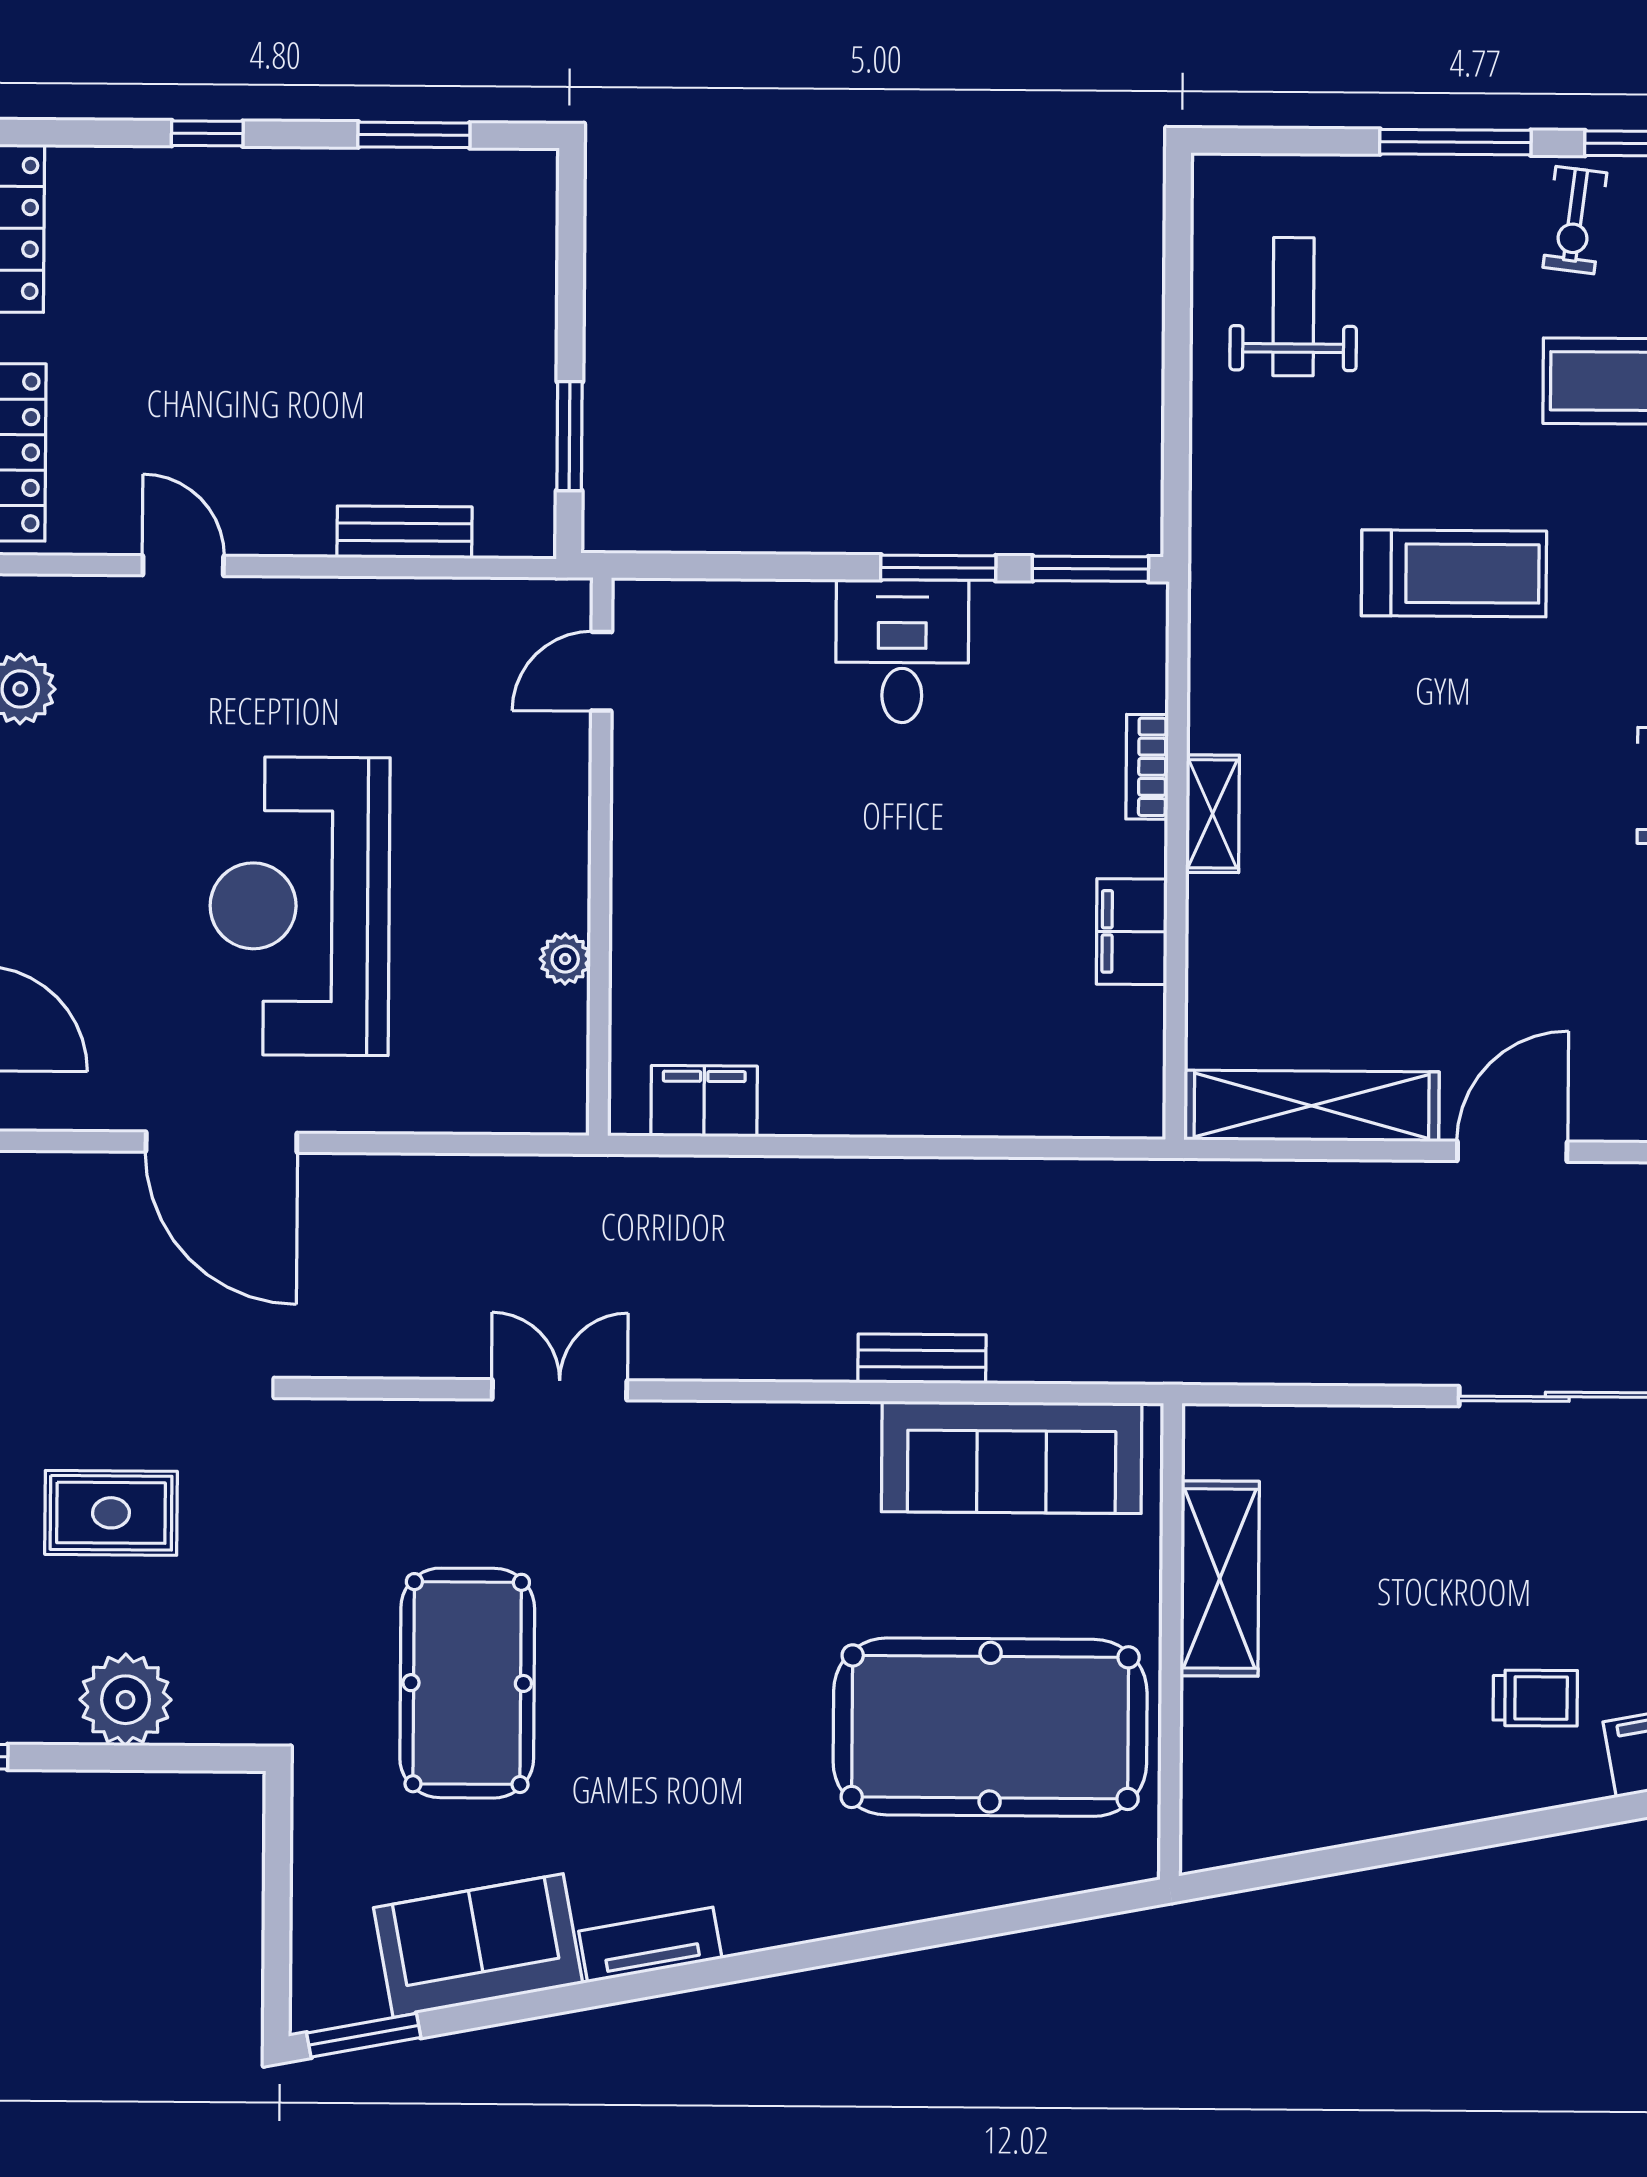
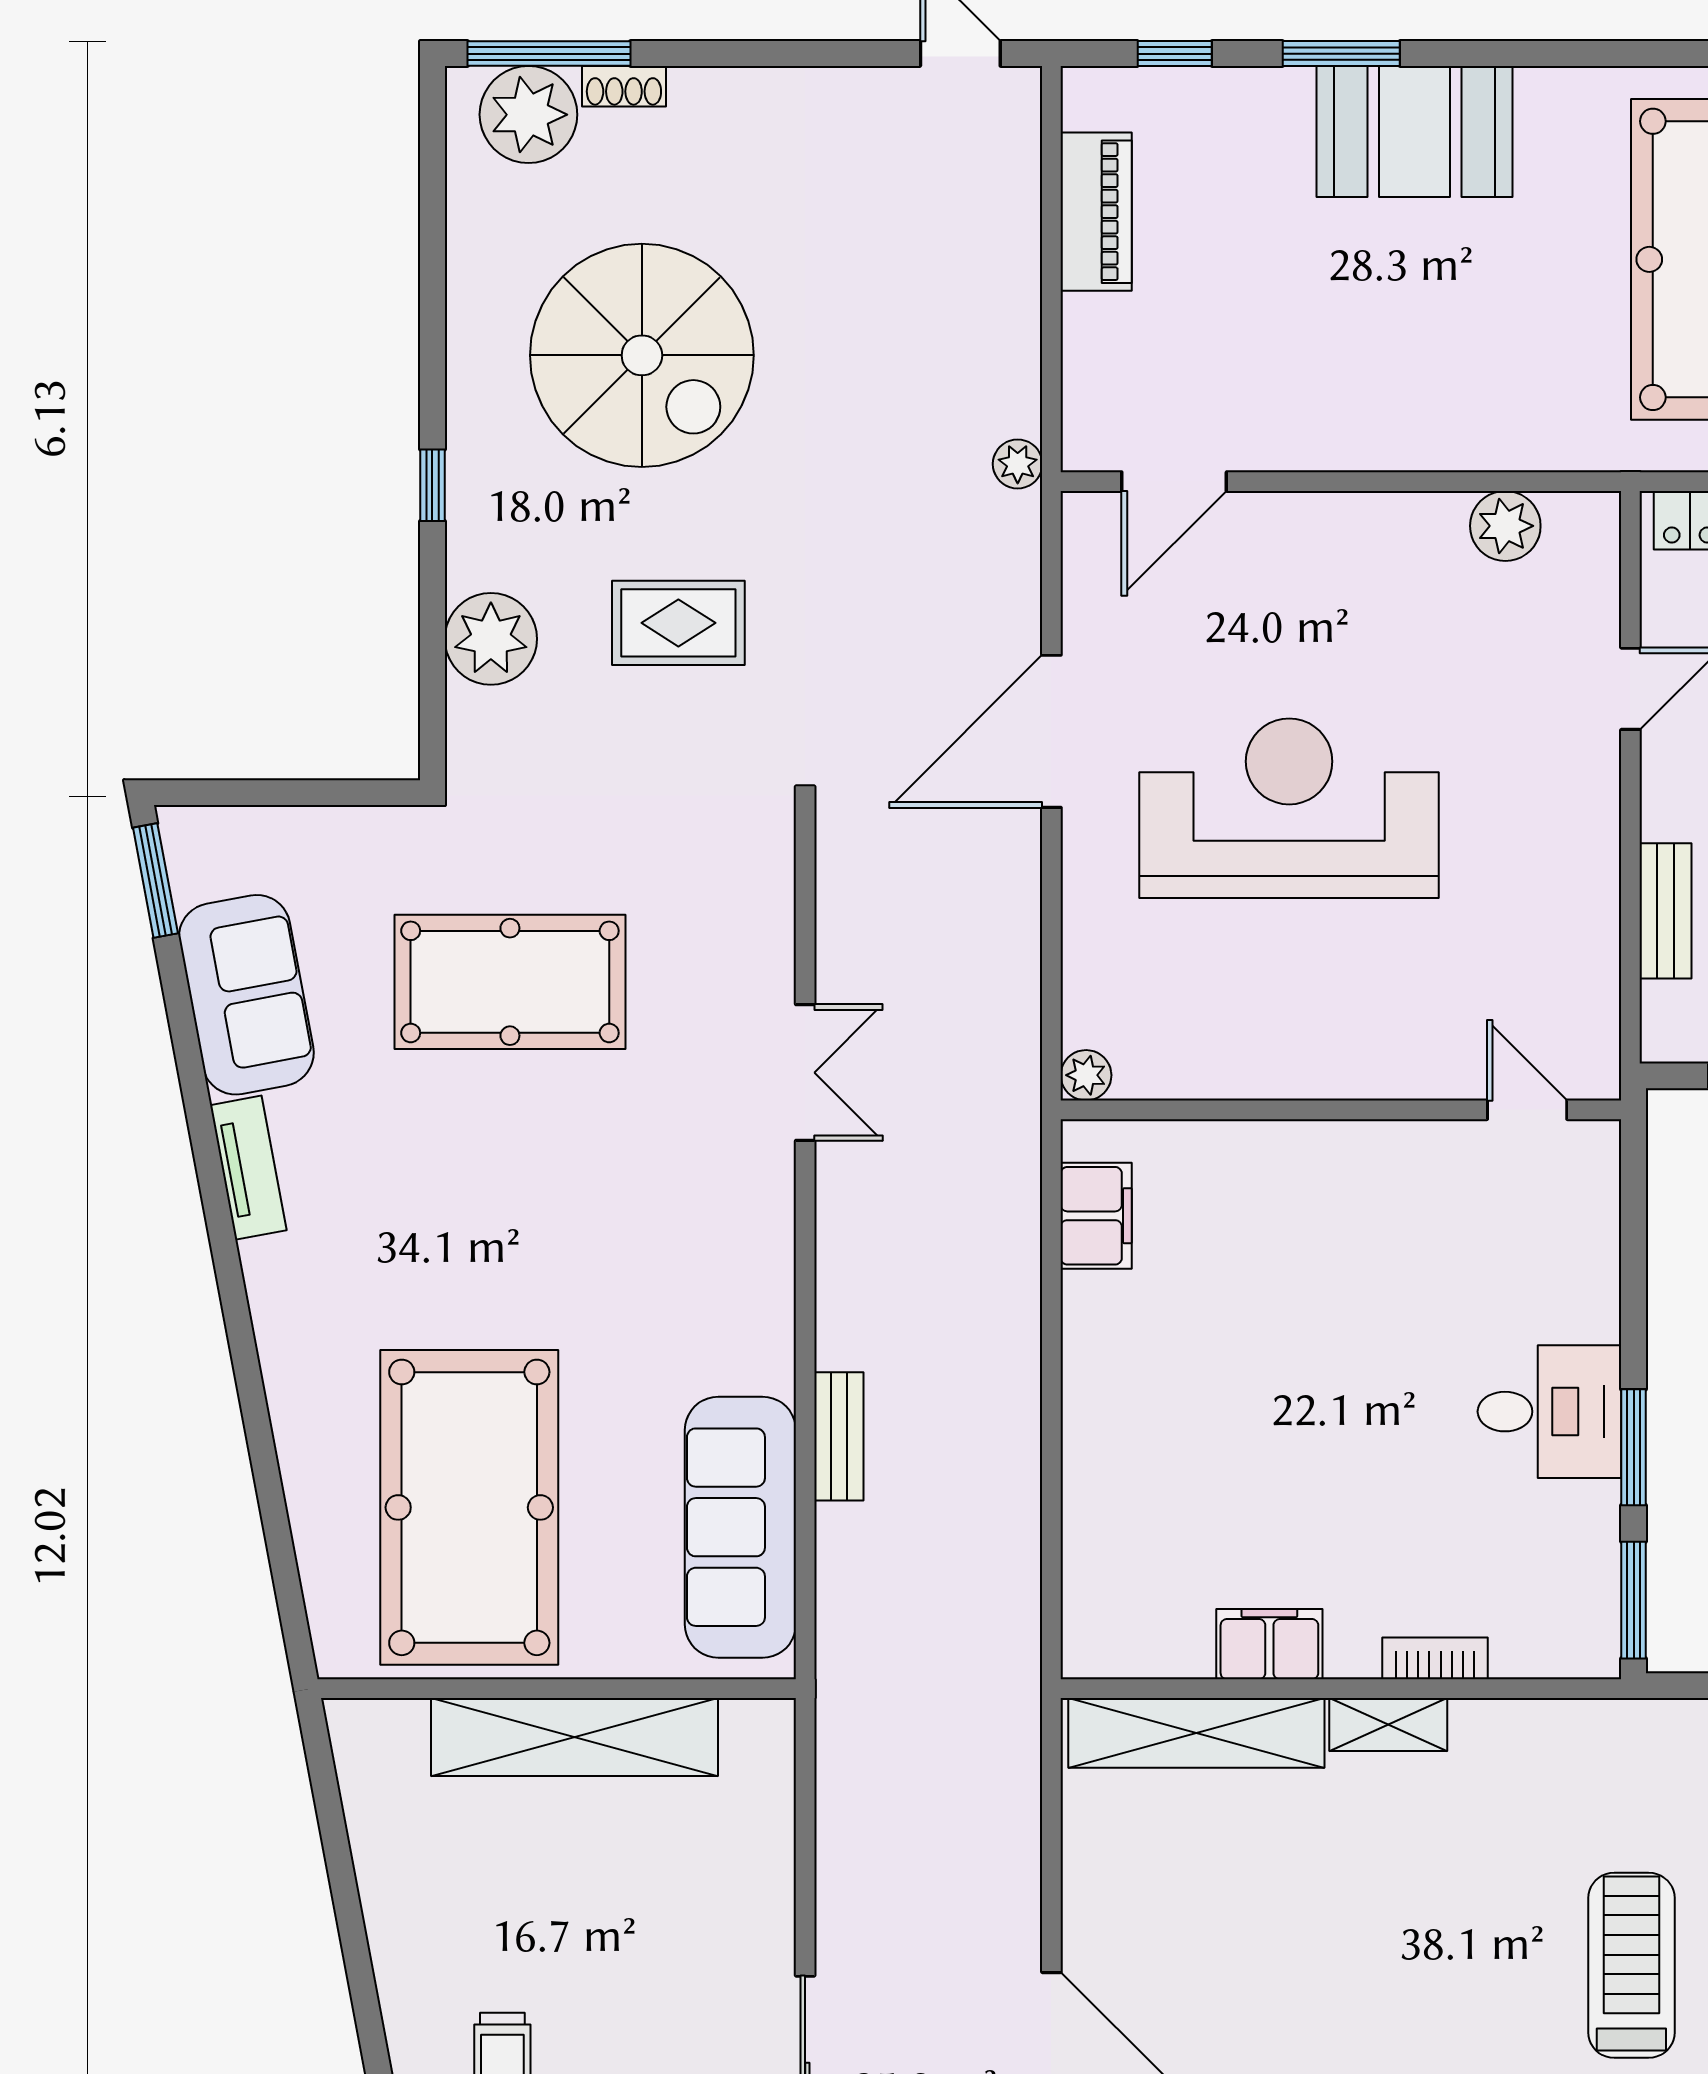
treadmill: (1454, 573) -> (1631, 1965), turned 180
plant: (565, 959) -> (1086, 1075), moved
shelving: (1312, 1106) -> (1196, 1733), moved, turned 90
rug: (111, 1513) -> (678, 623), turned 90
shelving: (1220, 1579) -> (575, 1737), width x1.47

